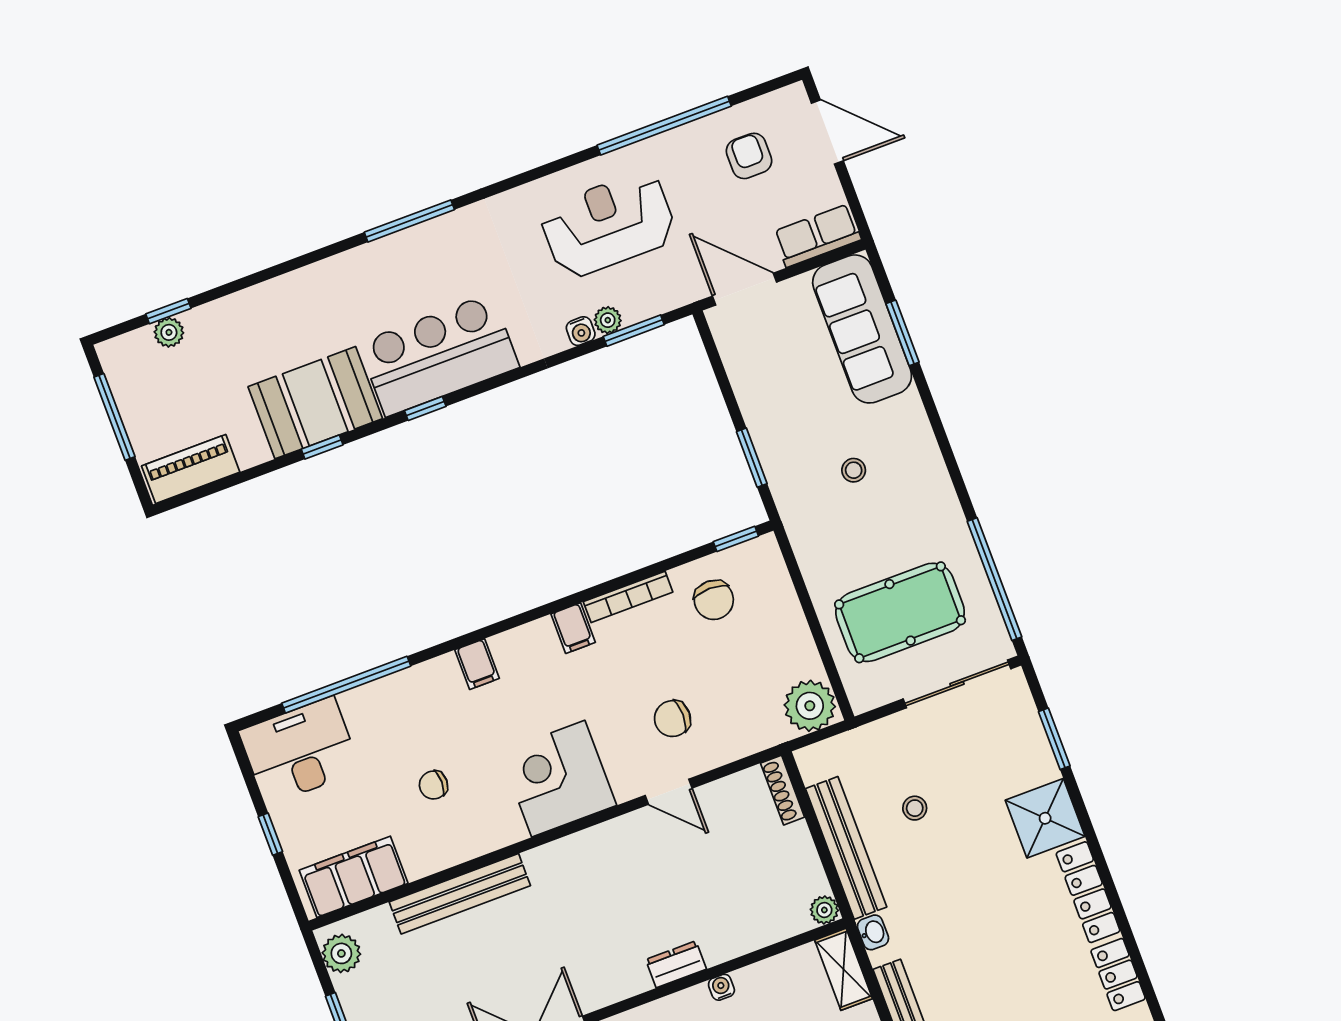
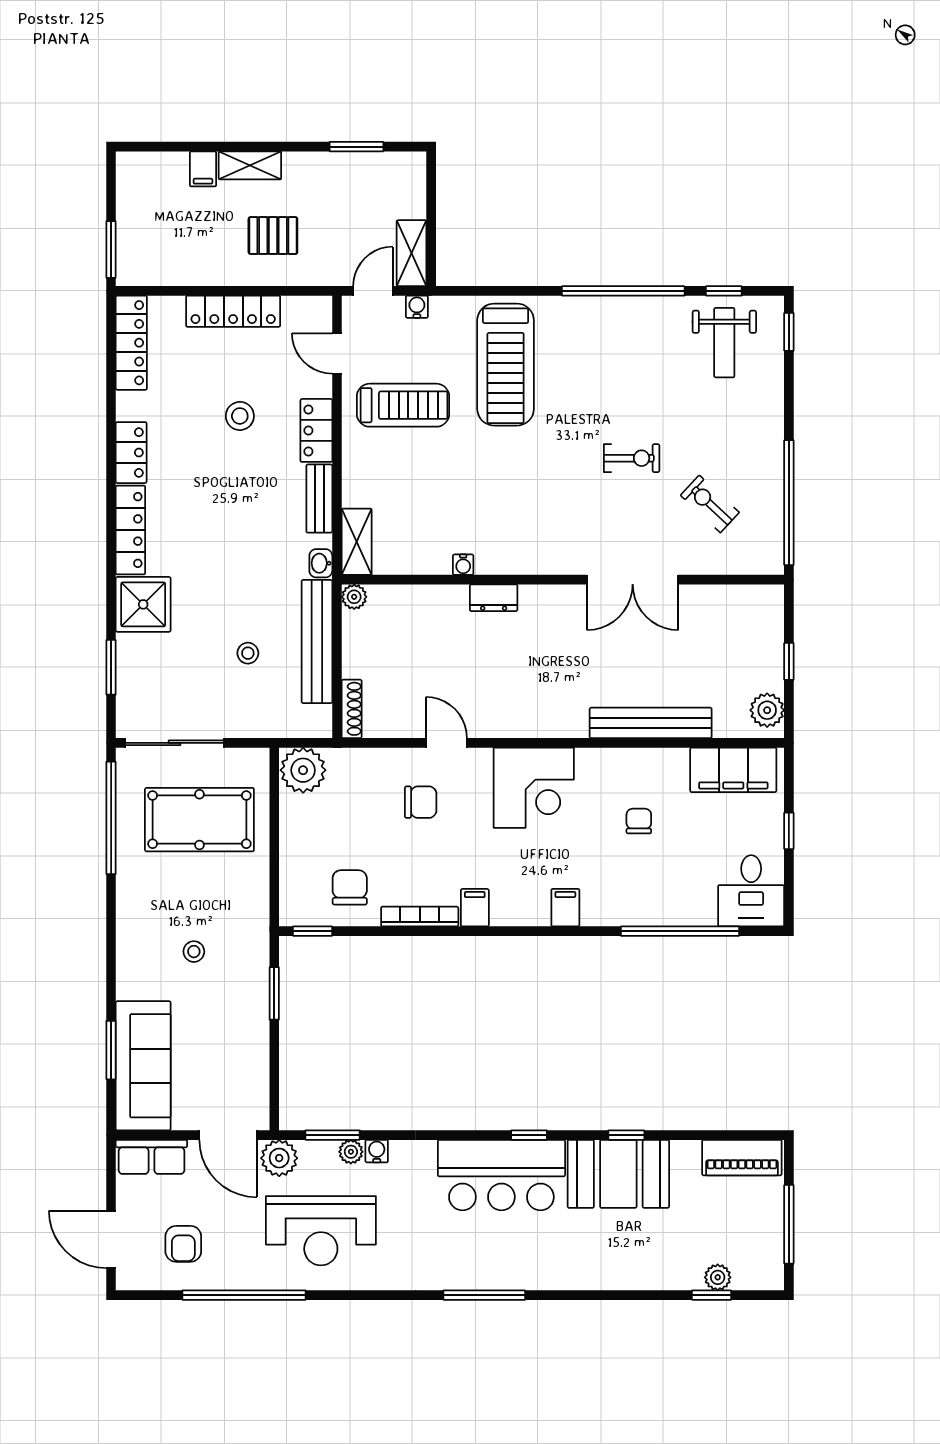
plant: (681, 285) -> (279, 1158), added
desk: (300, 751) -> (751, 891), width x0.73
chair: (433, 785) -> (639, 821), turned -90

